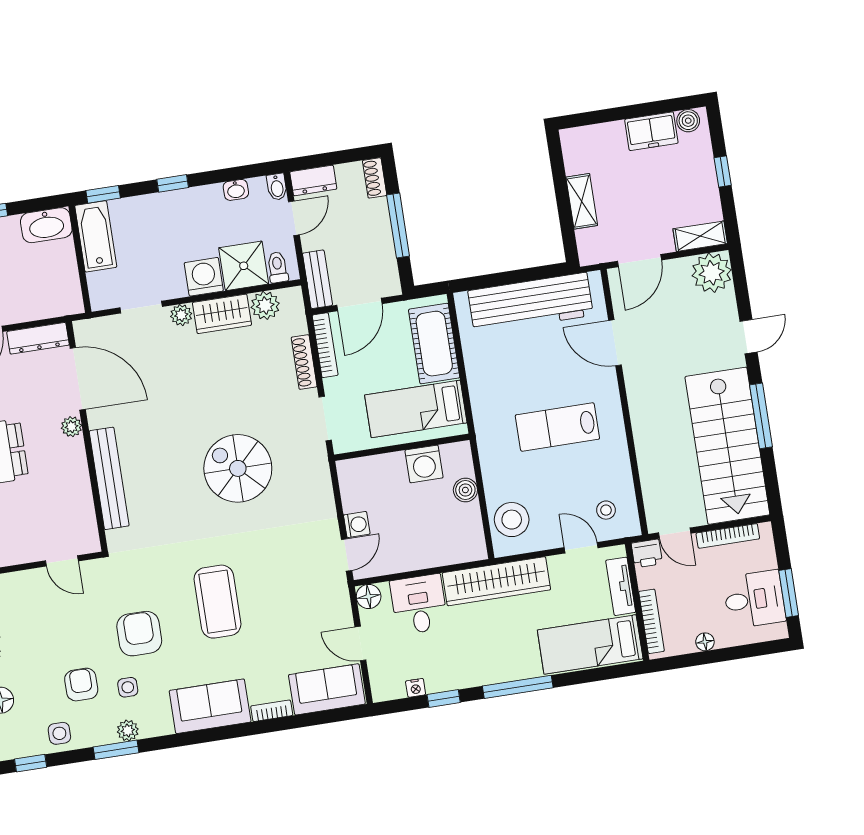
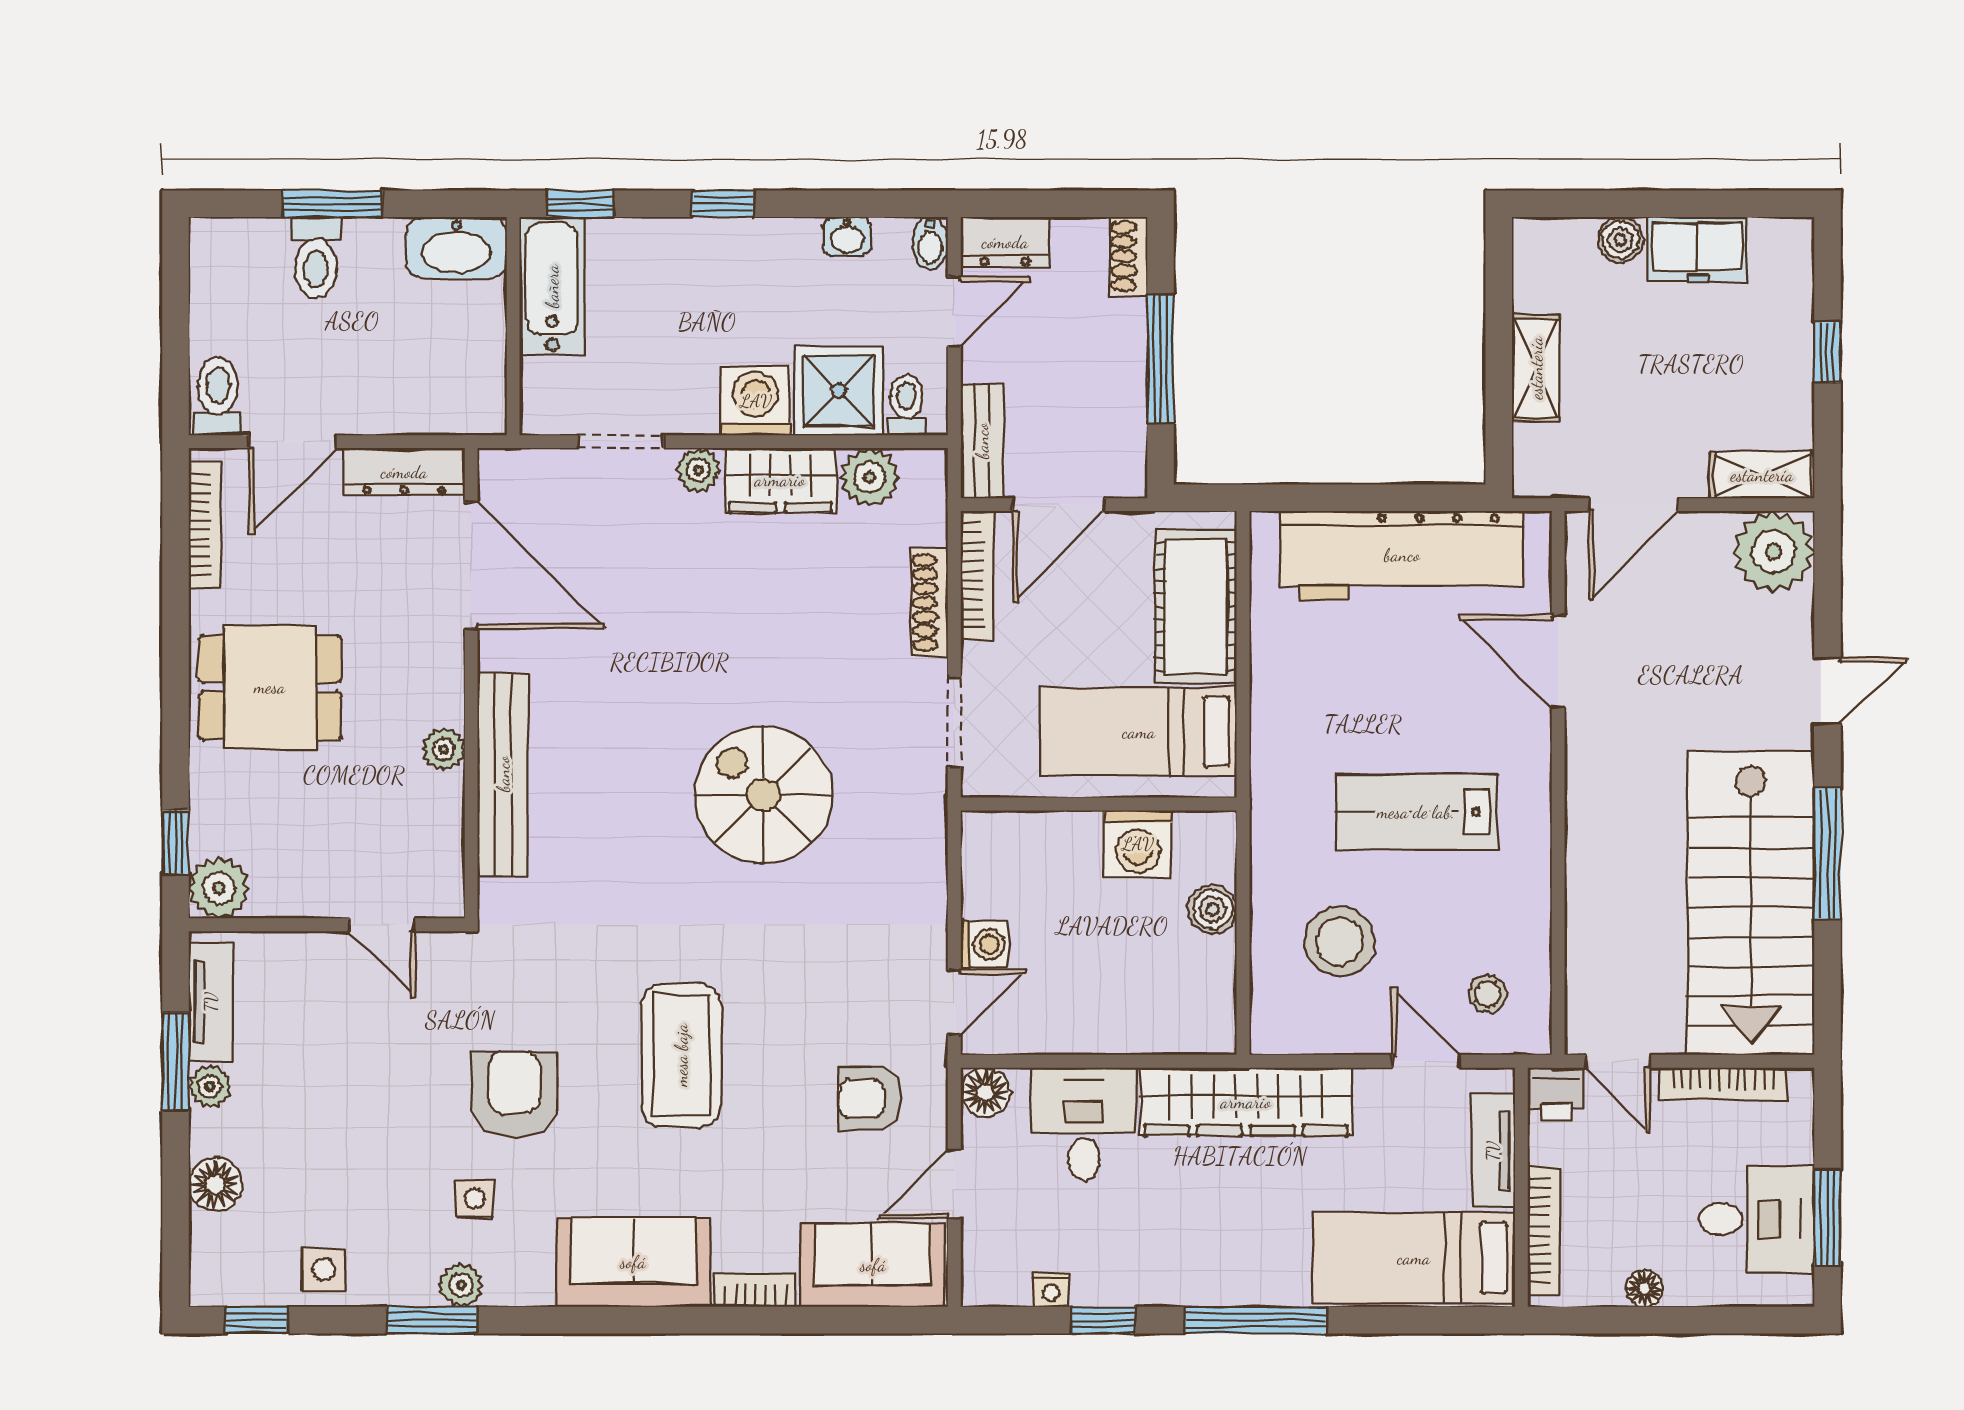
boiler: (688, 121) -> (1620, 240), moved
plant: (72, 427) -> (444, 749), moved
stool: (512, 520) -> (1340, 941), moved
door: (360, 643) -> (954, 1184), hinge flipped
armchair: (81, 685) -> (871, 1099), moved, turned -90

